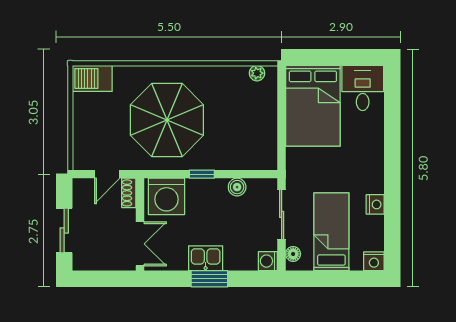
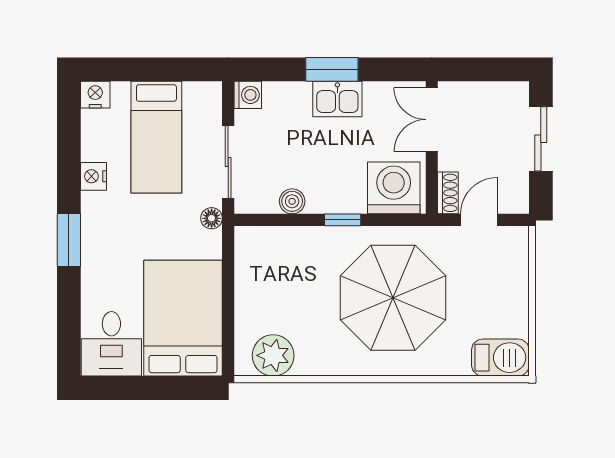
plant: (257, 73) -> (273, 355), width x1.88, depth x1.88
window: (392, 160) -> (69, 240), added
floor lamp: (293, 254) -> (212, 218), moved

